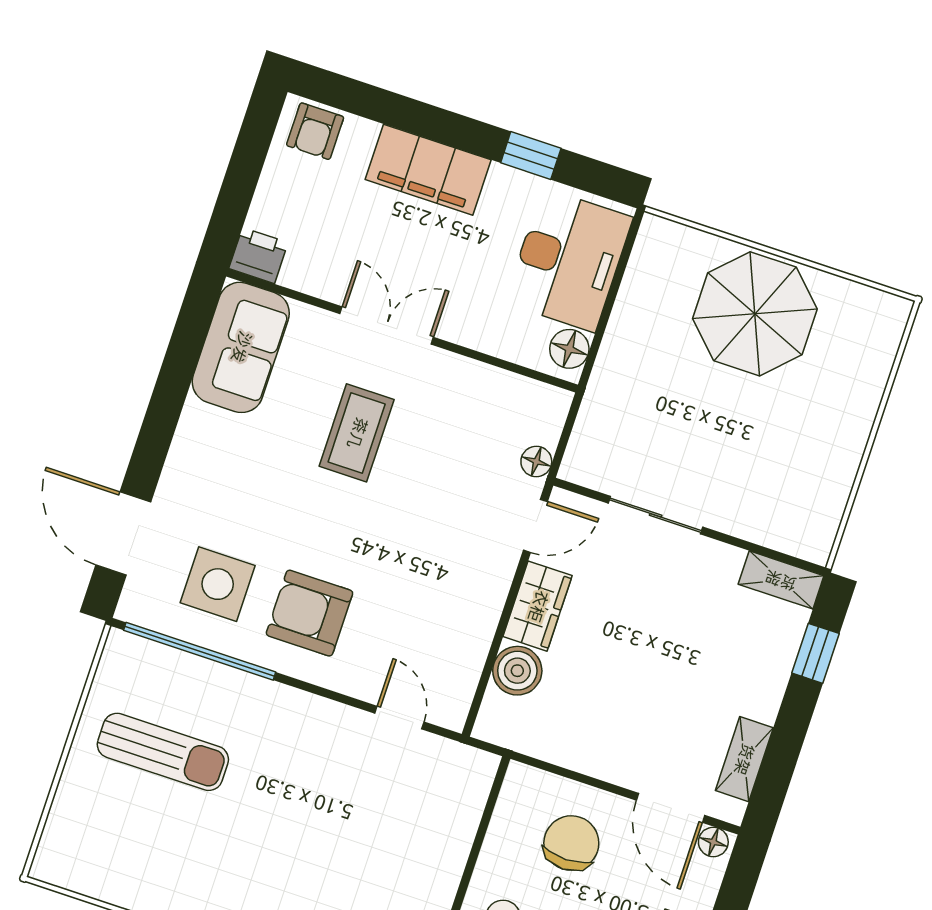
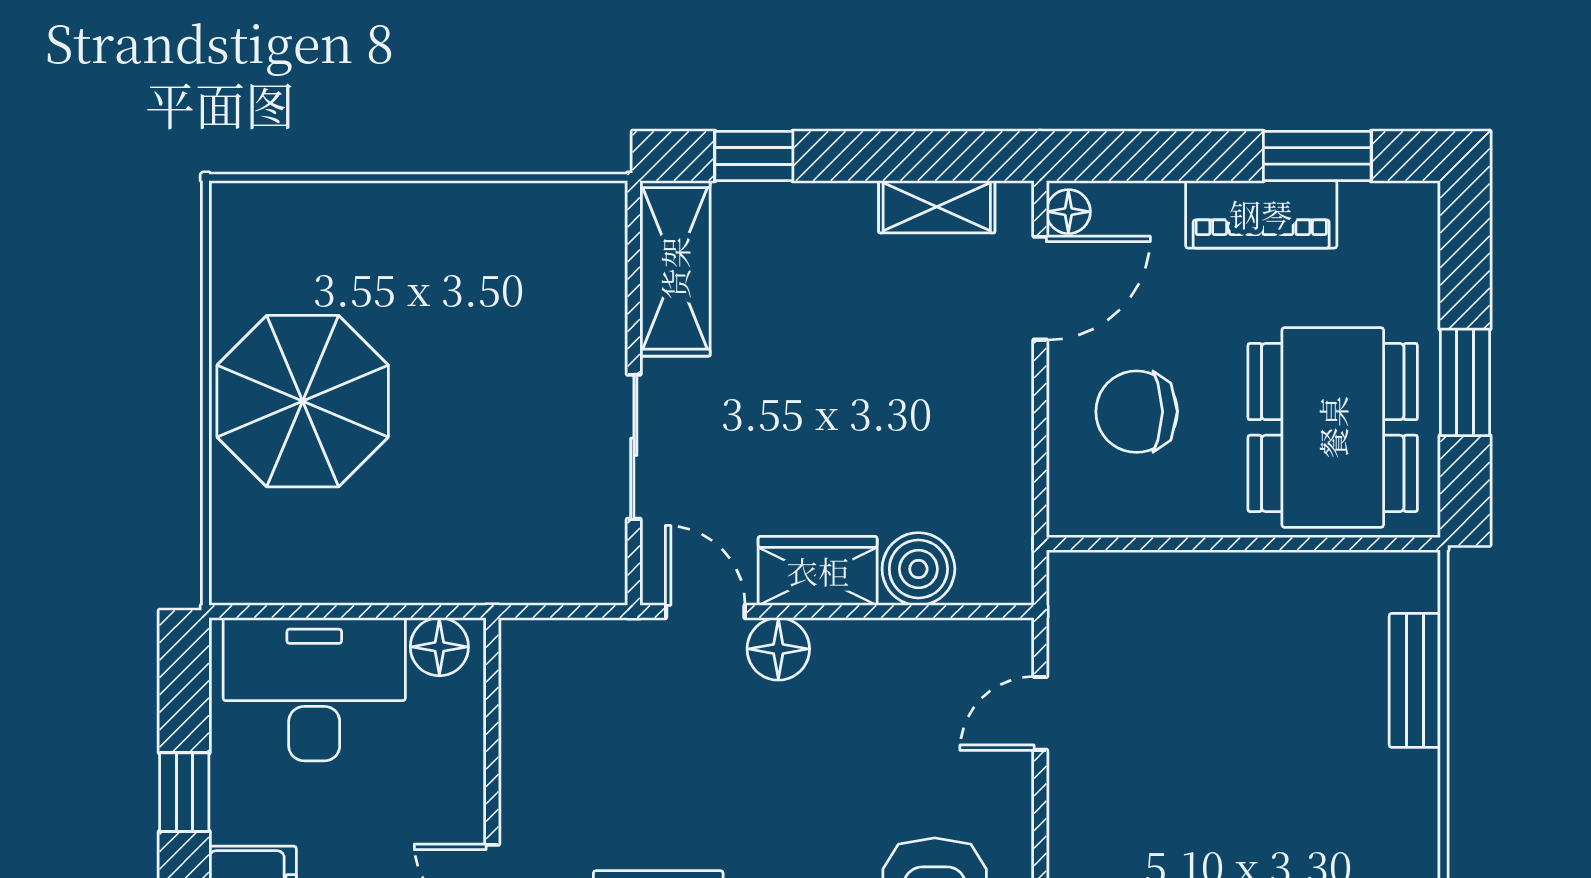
floor lamp: (536, 462) -> (778, 649), moved, width x1.37, depth x1.37
shelving: (781, 580) -> (675, 268), width x1.50, depth x1.33

